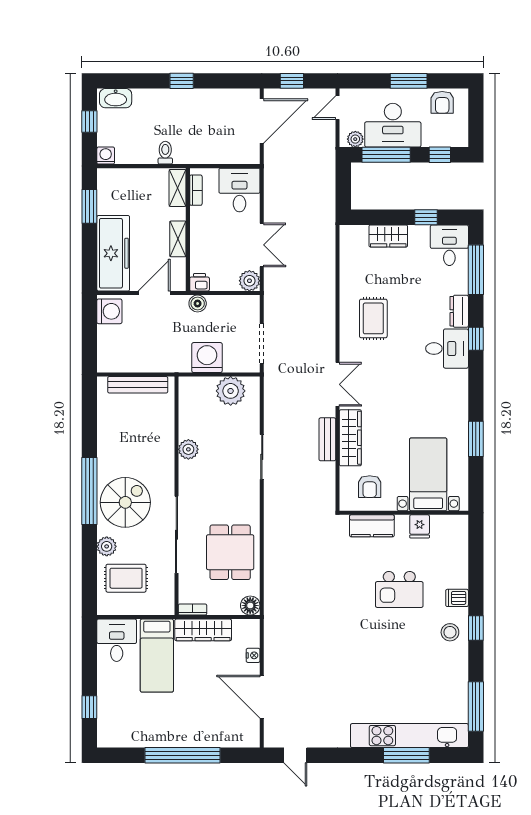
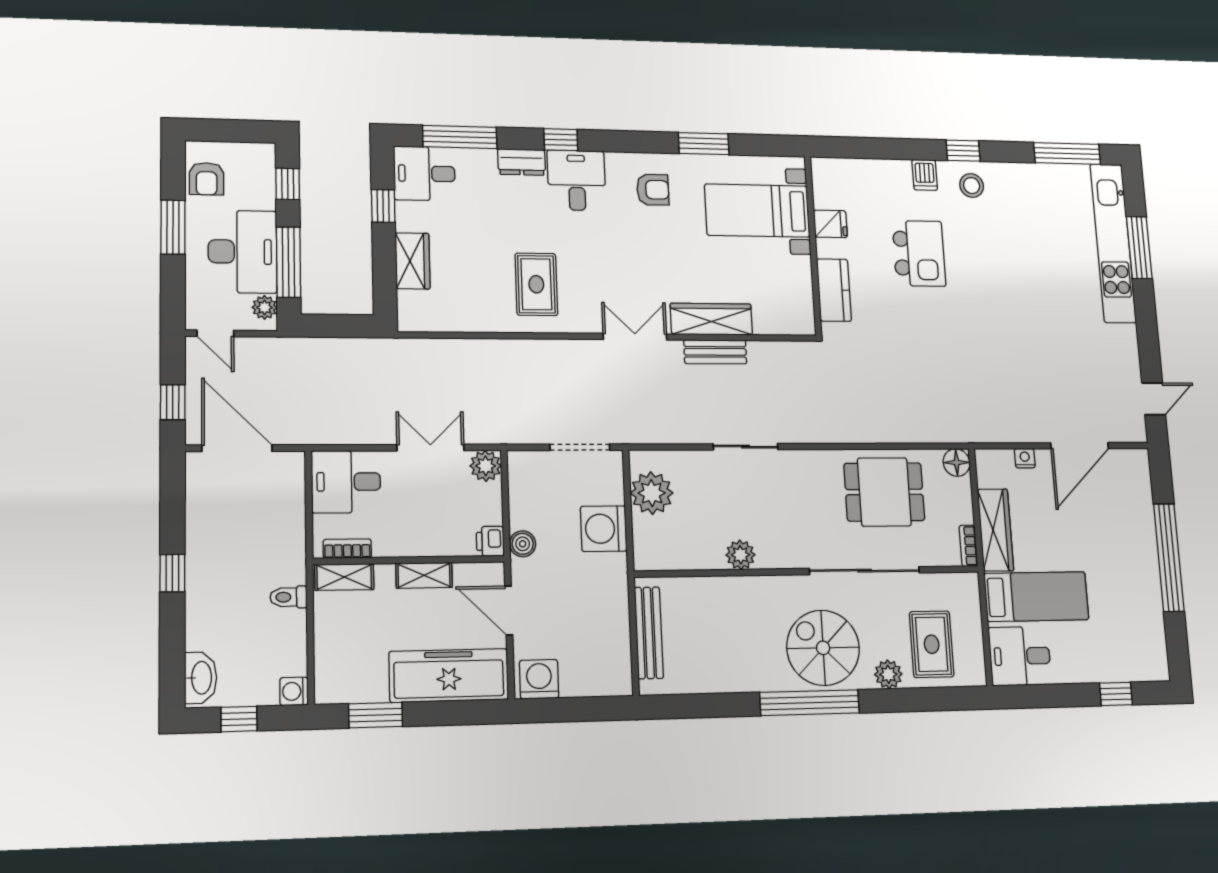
armchair: (442, 102) -> (207, 179), turned 90
rug: (373, 318) -> (536, 284), turned 90
armchair: (370, 487) -> (653, 190), moved

